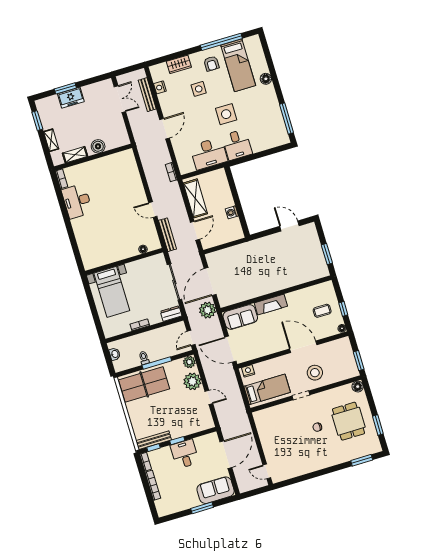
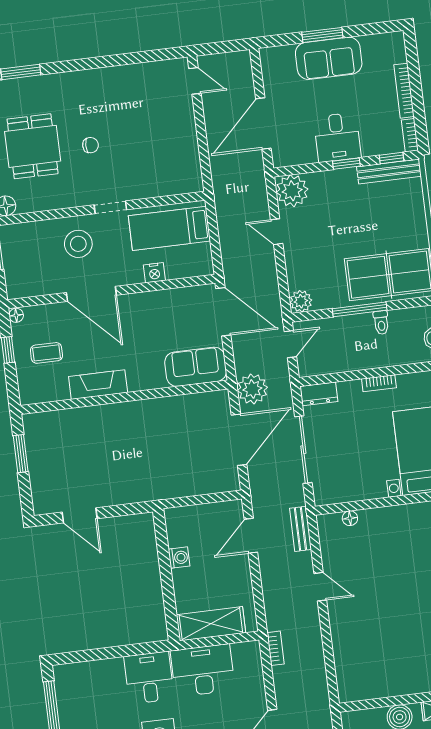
shelving: (195, 198) -> (211, 624), moved, turned 90
bench: (168, 235) -> (300, 529), width x0.73
fireplace: (271, 305) -> (98, 385), moved
nightstand: (248, 371) -> (154, 273), moved
plant: (192, 381) -> (292, 191), moved
sofa: (216, 490) -> (329, 58), moved

